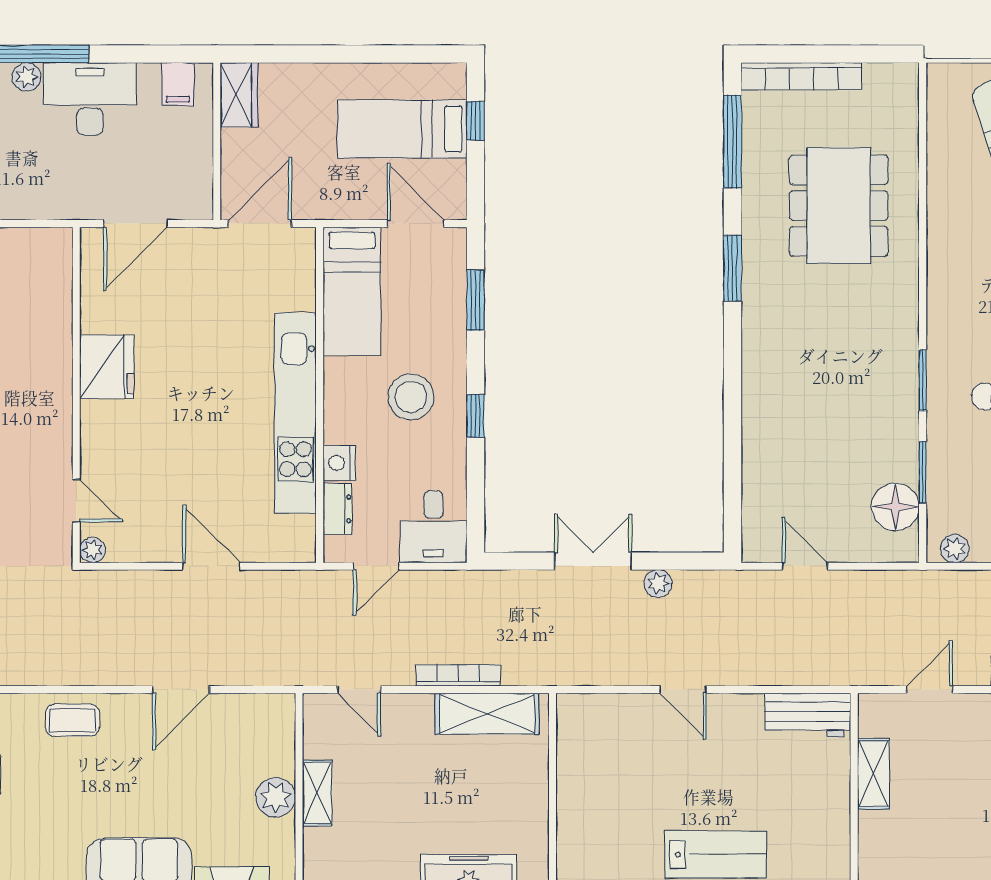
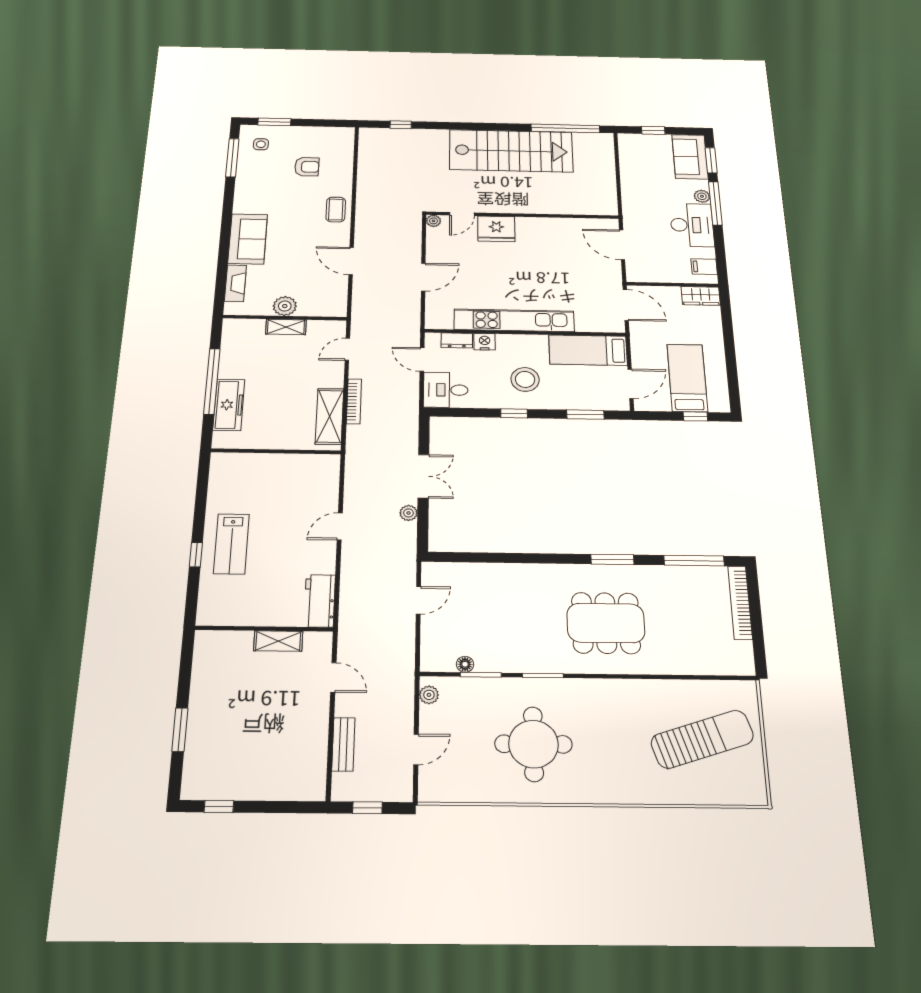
dining table: (839, 206) -> (606, 623), moved
fridge: (107, 367) -> (496, 229), moved
floor lamp: (895, 507) -> (465, 664), width x0.53, depth x0.53

